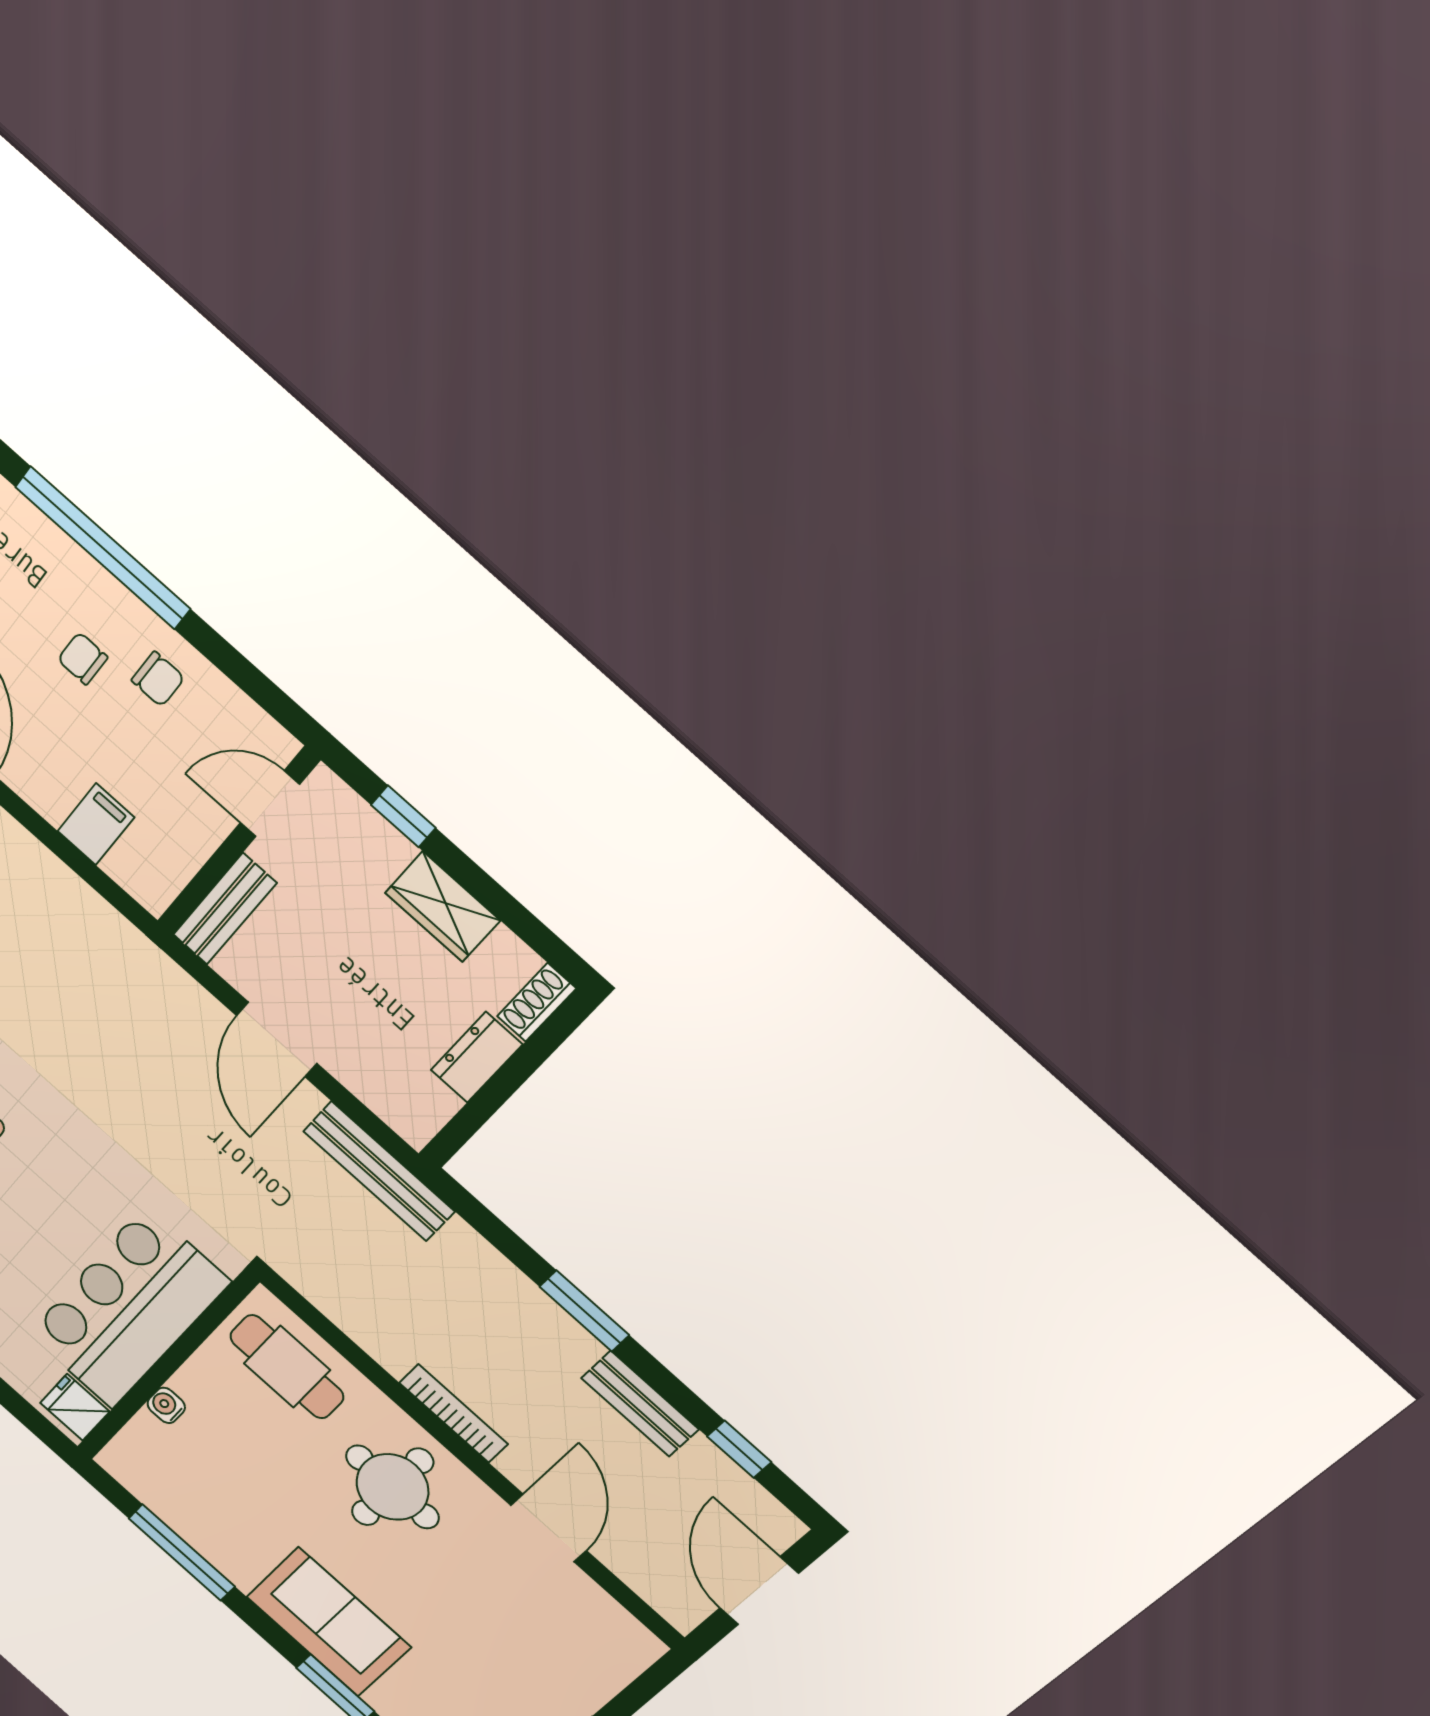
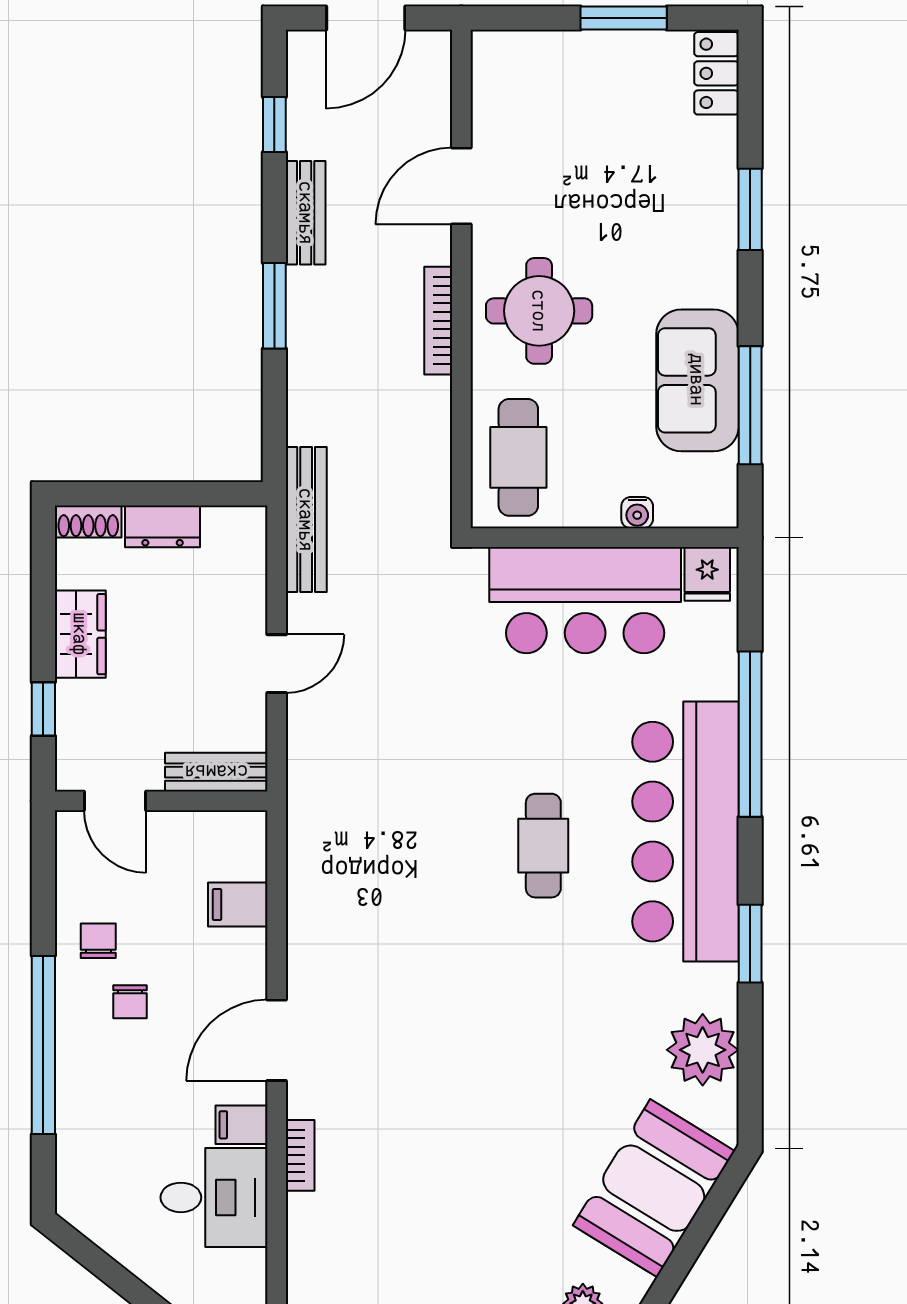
door: (277, 1039) -> (277, 664), width x0.73
sofa: (328, 1622) -> (697, 380), moved

